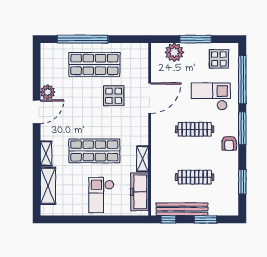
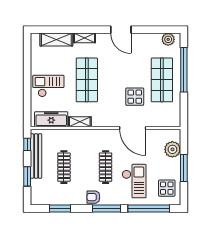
plant: (48, 92) -> (168, 39), moved

